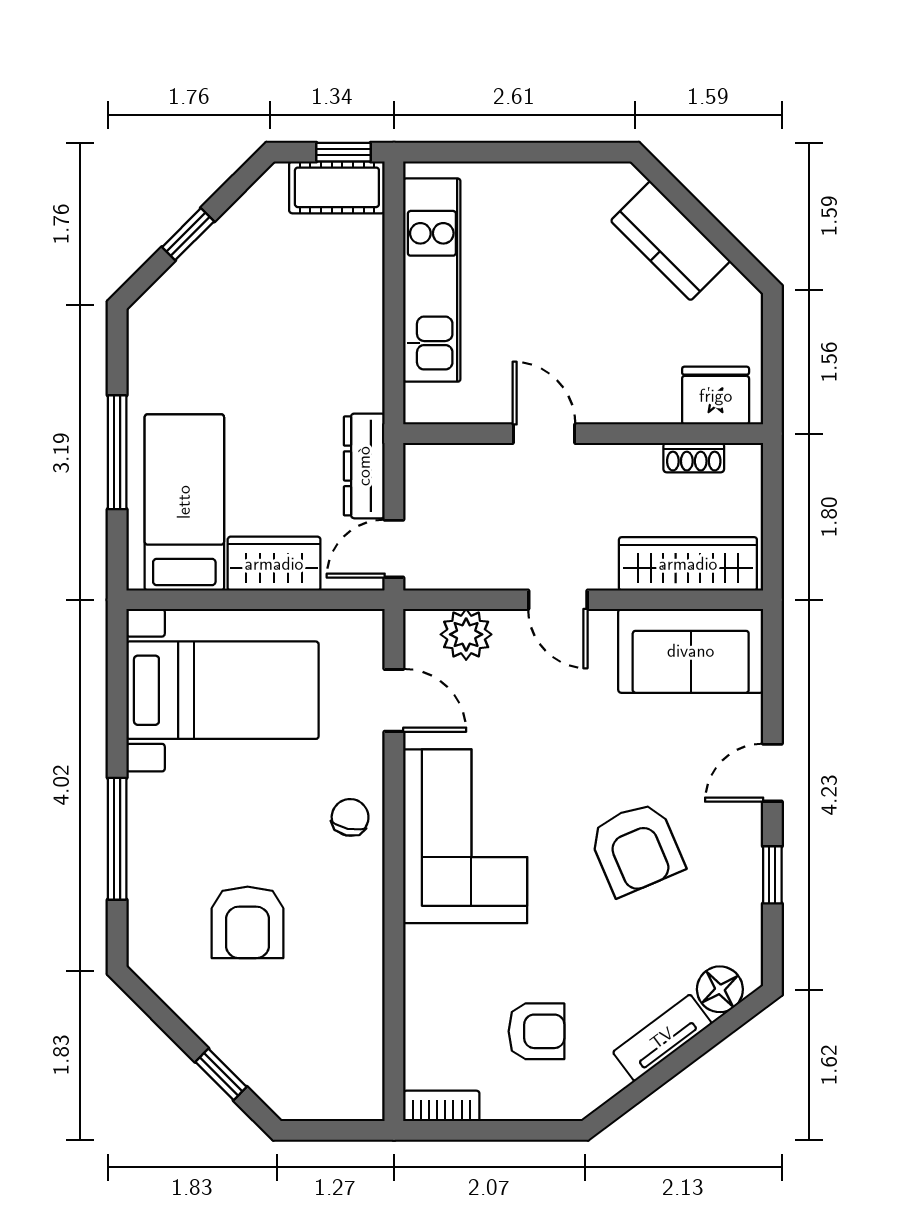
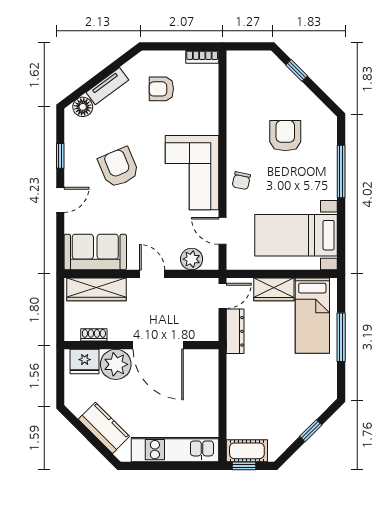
kitchen unit: (432, 280) -> (175, 450), moved, turned 90
plant: (643, 389) -> (116, 364), added
door: (544, 434) -> (158, 345), width x1.87

